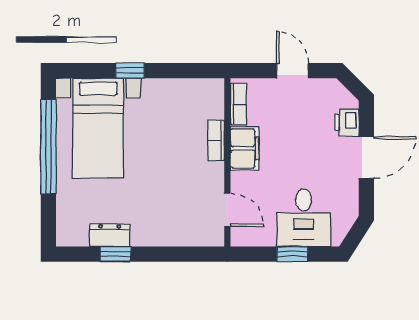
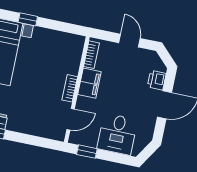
bookcase: (216, 140) -> (70, 88), moved
door: (227, 210) -> (71, 119), hinge flipped
window: (292, 254) -> (87, 152), moved

